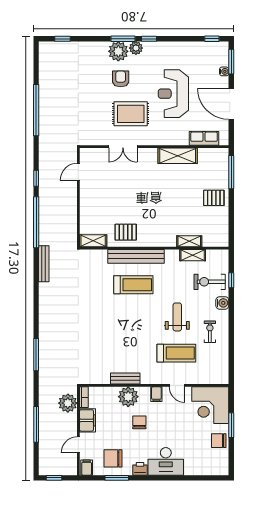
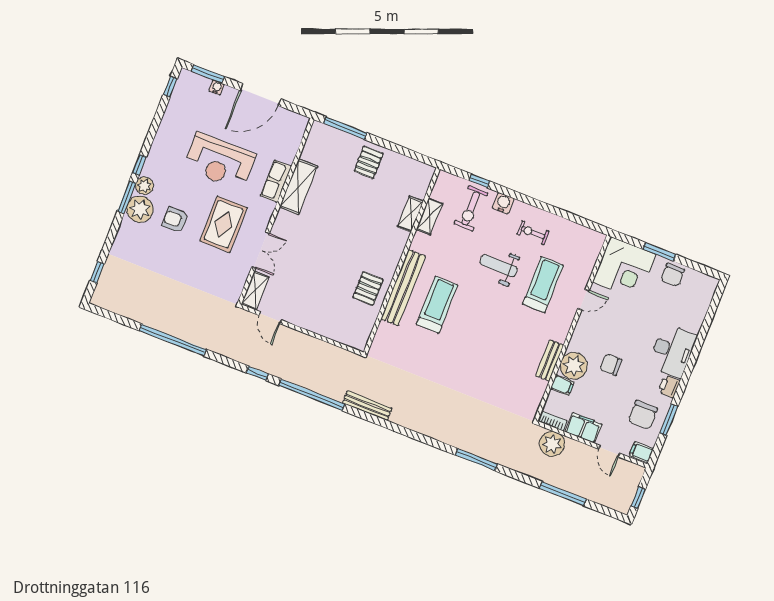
row of seats: (204, 138) -> (276, 181), moved
shelving: (93, 241) -> (255, 291), moved
filing cabinet: (156, 394) -> (562, 385), moved

